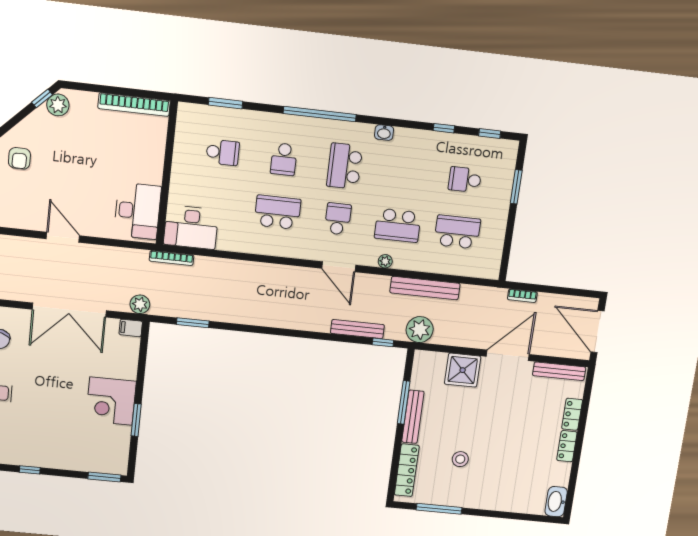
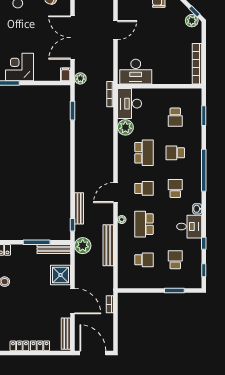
desk: (412, 150) -> (189, 227), added
school desk: (345, 166) -> (175, 188), width x0.54
school desk: (457, 232) -> (144, 260), width x0.54
plant: (231, 238) -> (125, 127), added
door: (597, 332) -> (93, 353), hinge flipped
bench: (413, 417) -> (54, 249), moved

